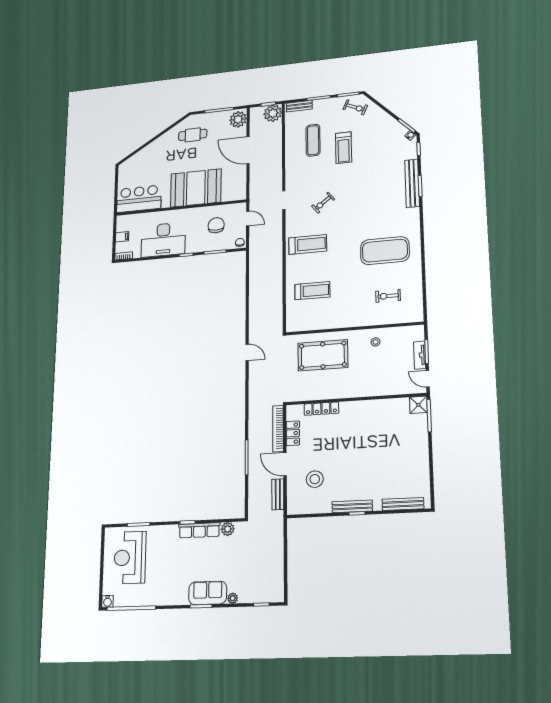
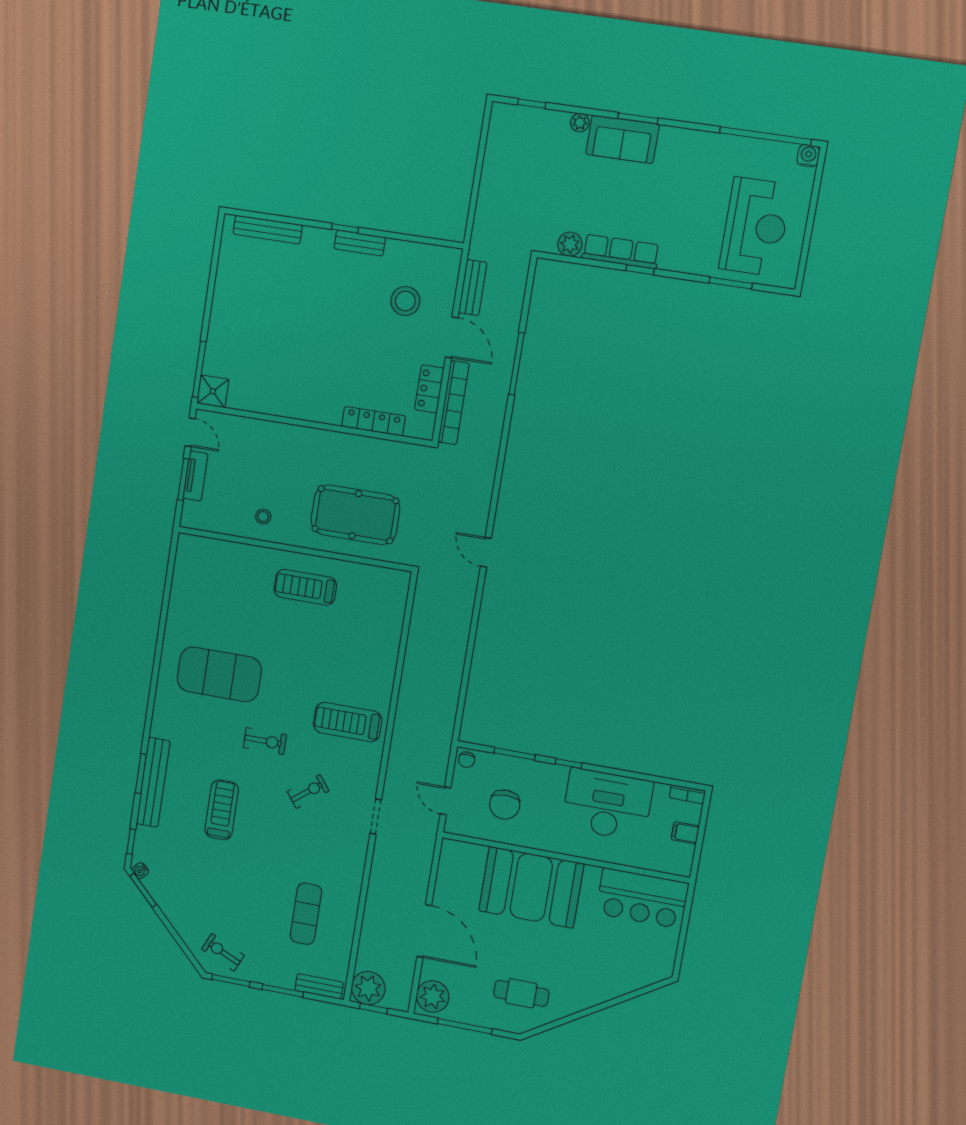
treadmill: (343, 148) -> (222, 810), moved
treadmill: (312, 291) -> (305, 587), moved
exercise bike: (388, 296) -> (265, 741), moved
bench: (352, 506) -> (360, 243), width x0.73

